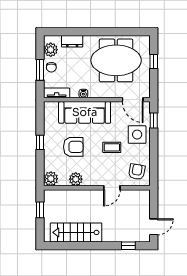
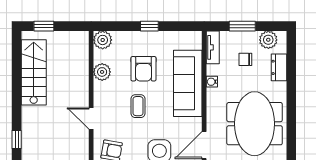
chair: (51, 67) -> (245, 59), moved
coffee table: (112, 147) -> (138, 106), moved
window: (40, 210) -> (44, 26), moved

